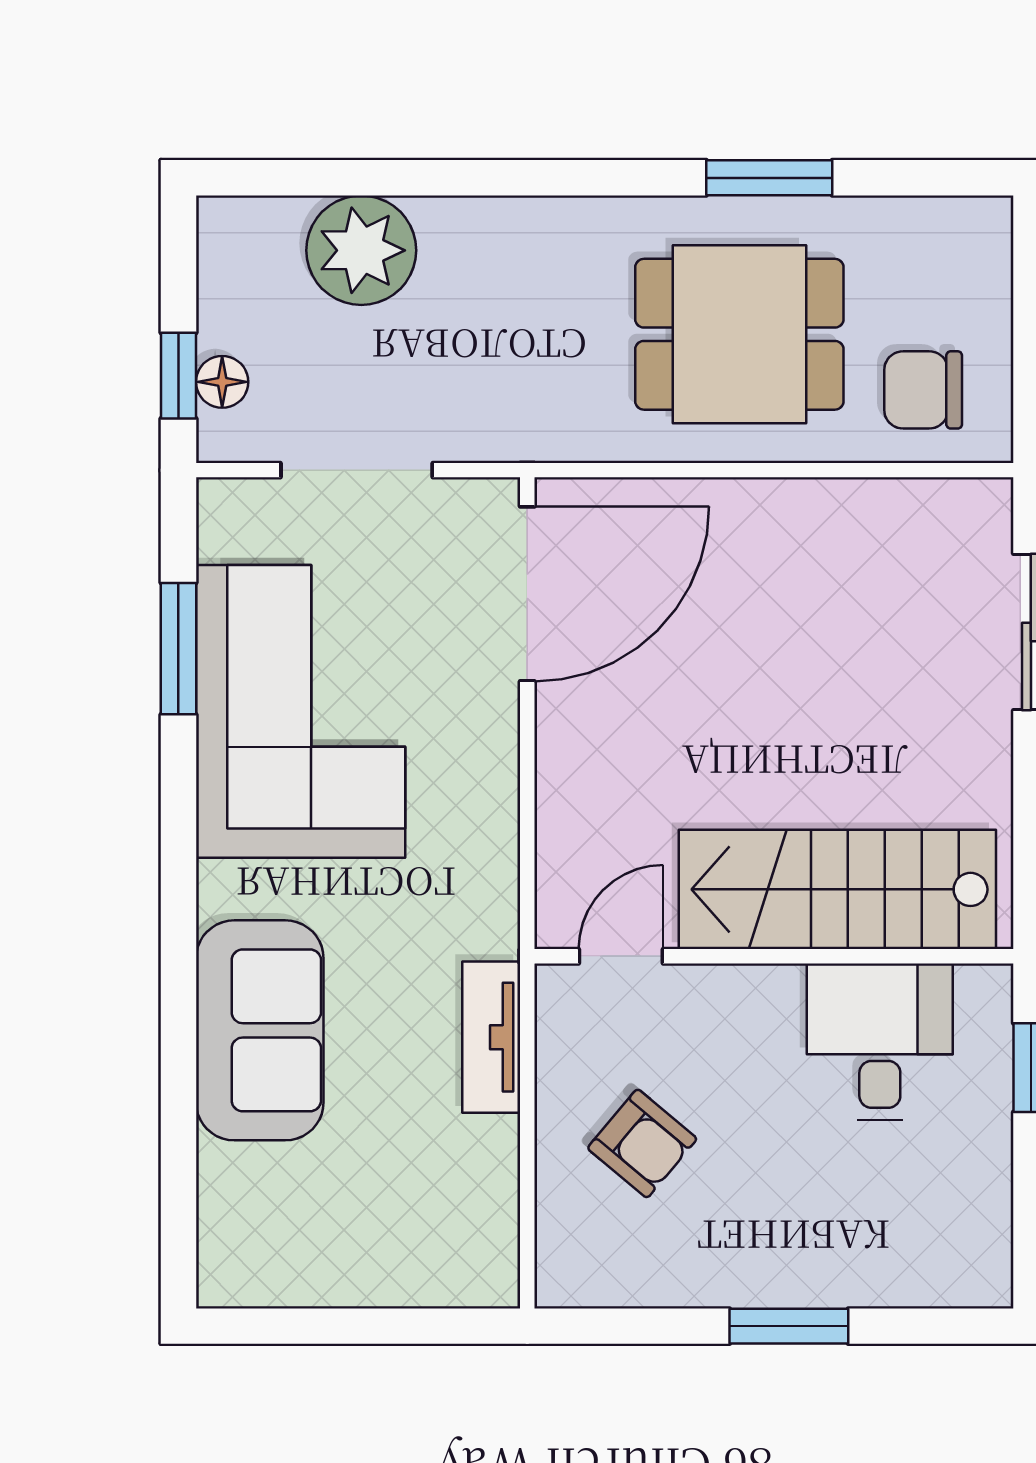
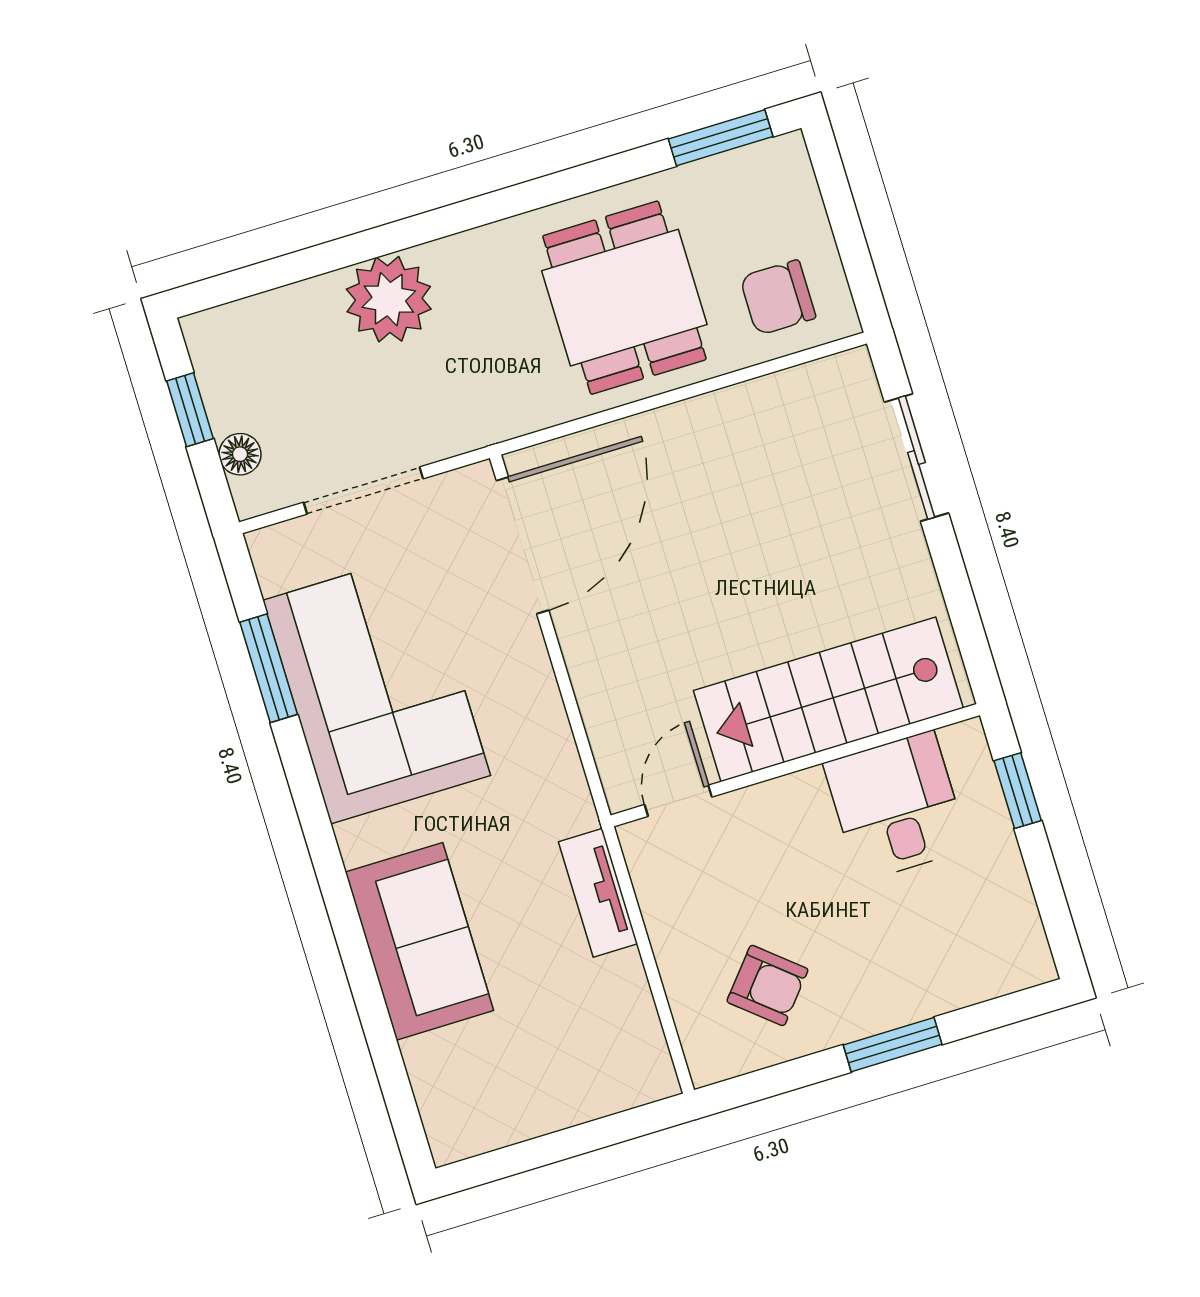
window: (769, 178) -> (721, 138), moved
plant: (361, 250) -> (389, 299), moved
dining table: (739, 334) -> (624, 298), turned 90
window: (178, 376) -> (190, 410), moved
armchair: (642, 1143) -> (767, 985), moved

